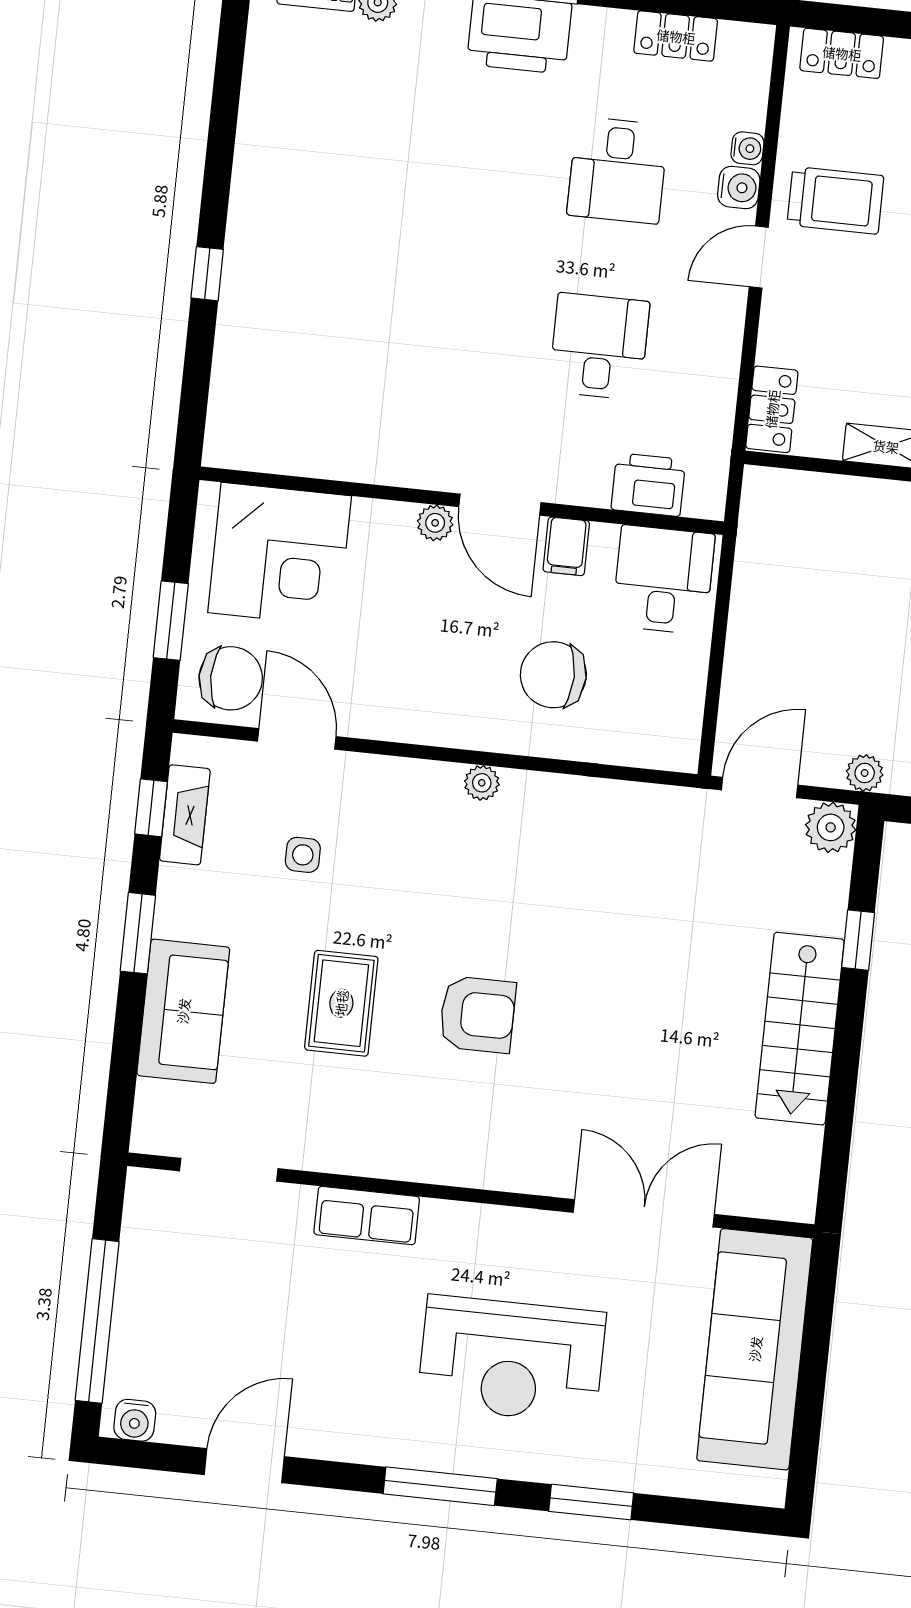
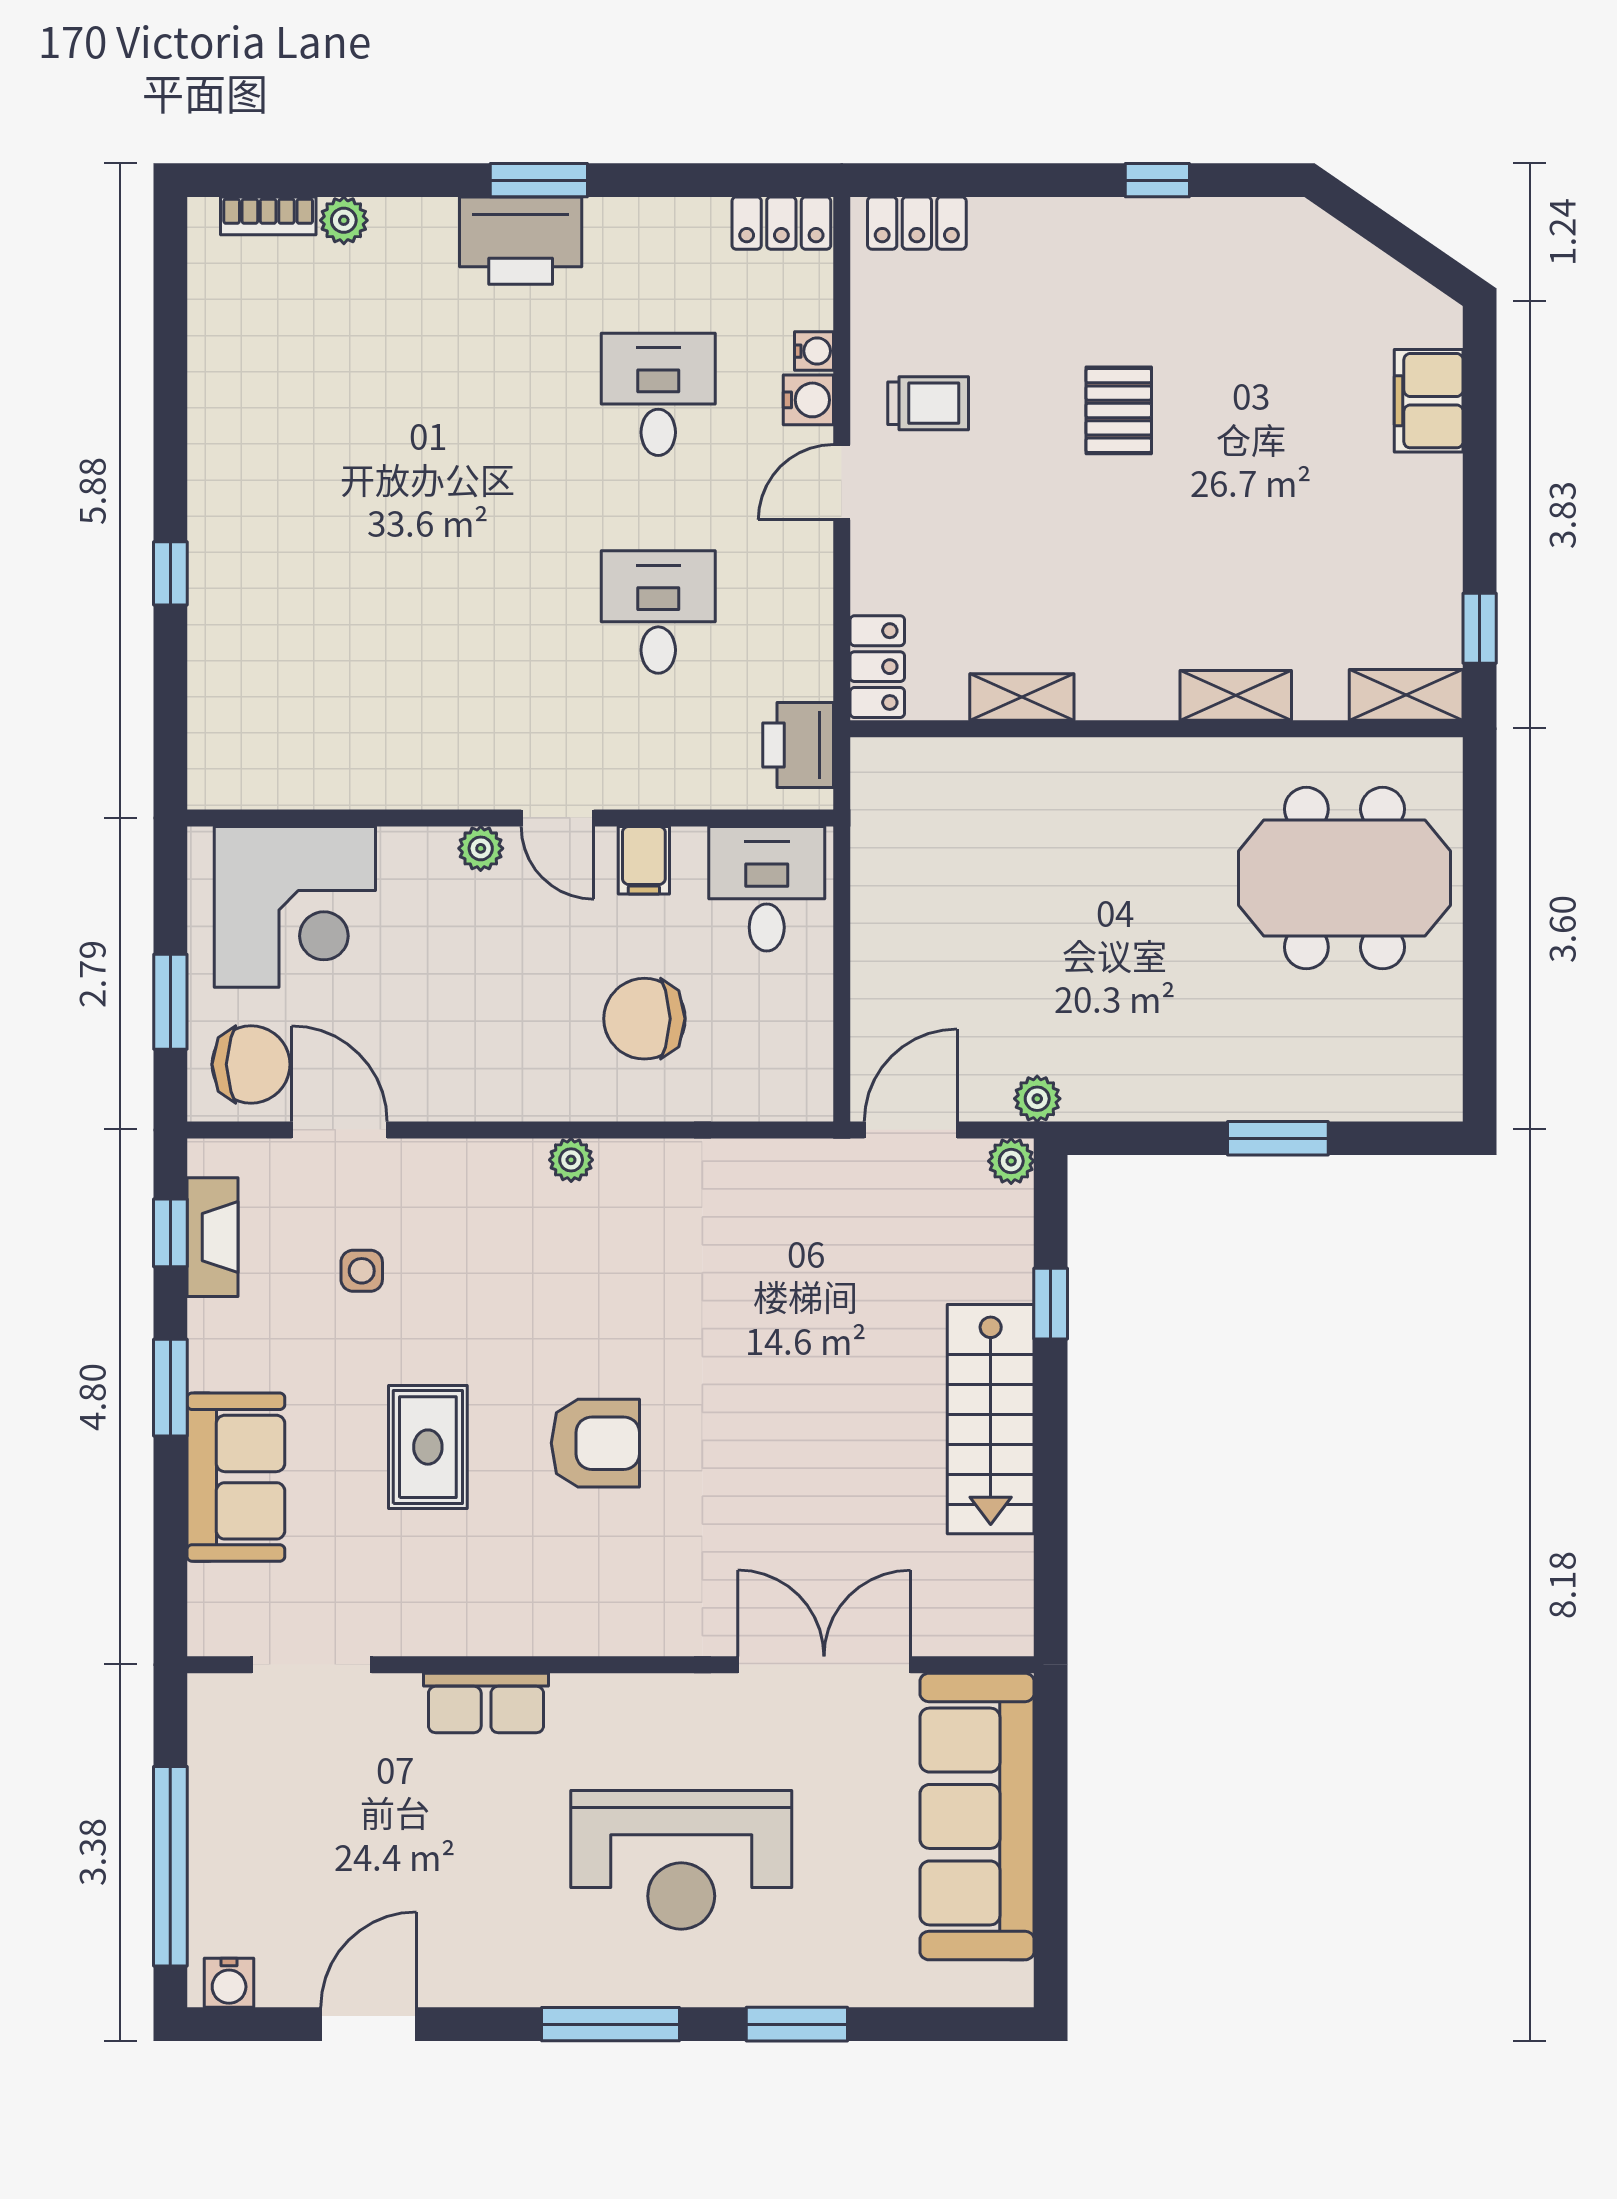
locker: (676, 36) -> (781, 223), moved
desk: (618, 170) -> (658, 394), turned 180
trolley: (835, 200) -> (928, 403), width x0.73, depth x0.72
printer: (648, 485) -> (798, 745), moved, turned -90
door: (500, 505) -> (557, 818), width x0.73
plant: (831, 827) -> (1011, 1161), width x0.73, depth x0.73

